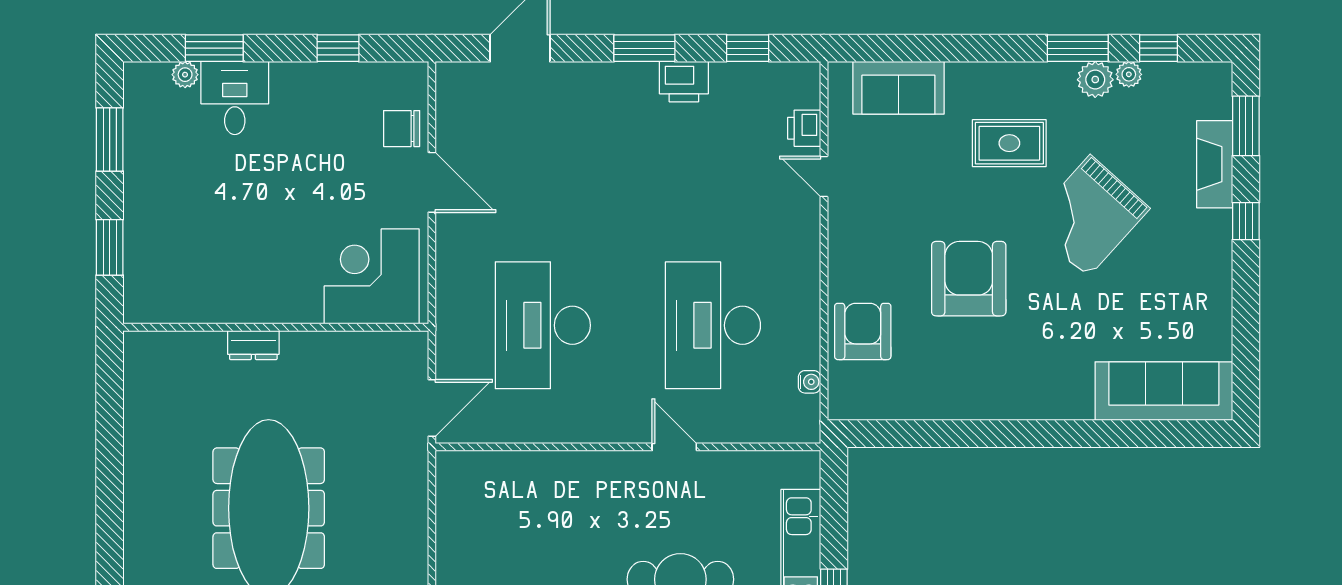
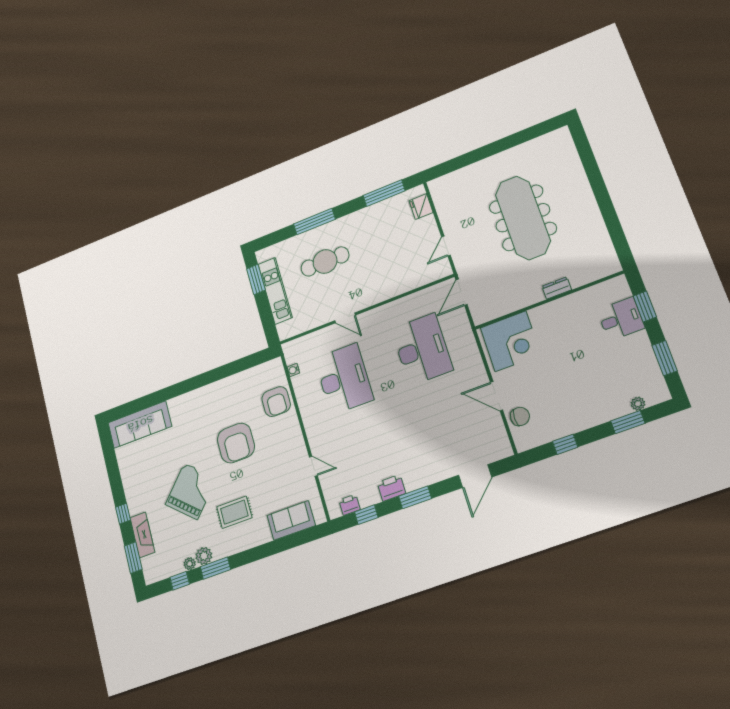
desk: (235, 98) -> (621, 319), moved, turned -90
printer: (804, 128) -> (350, 505), moved, turned -90
door: (432, 512) -> (446, 246), added

